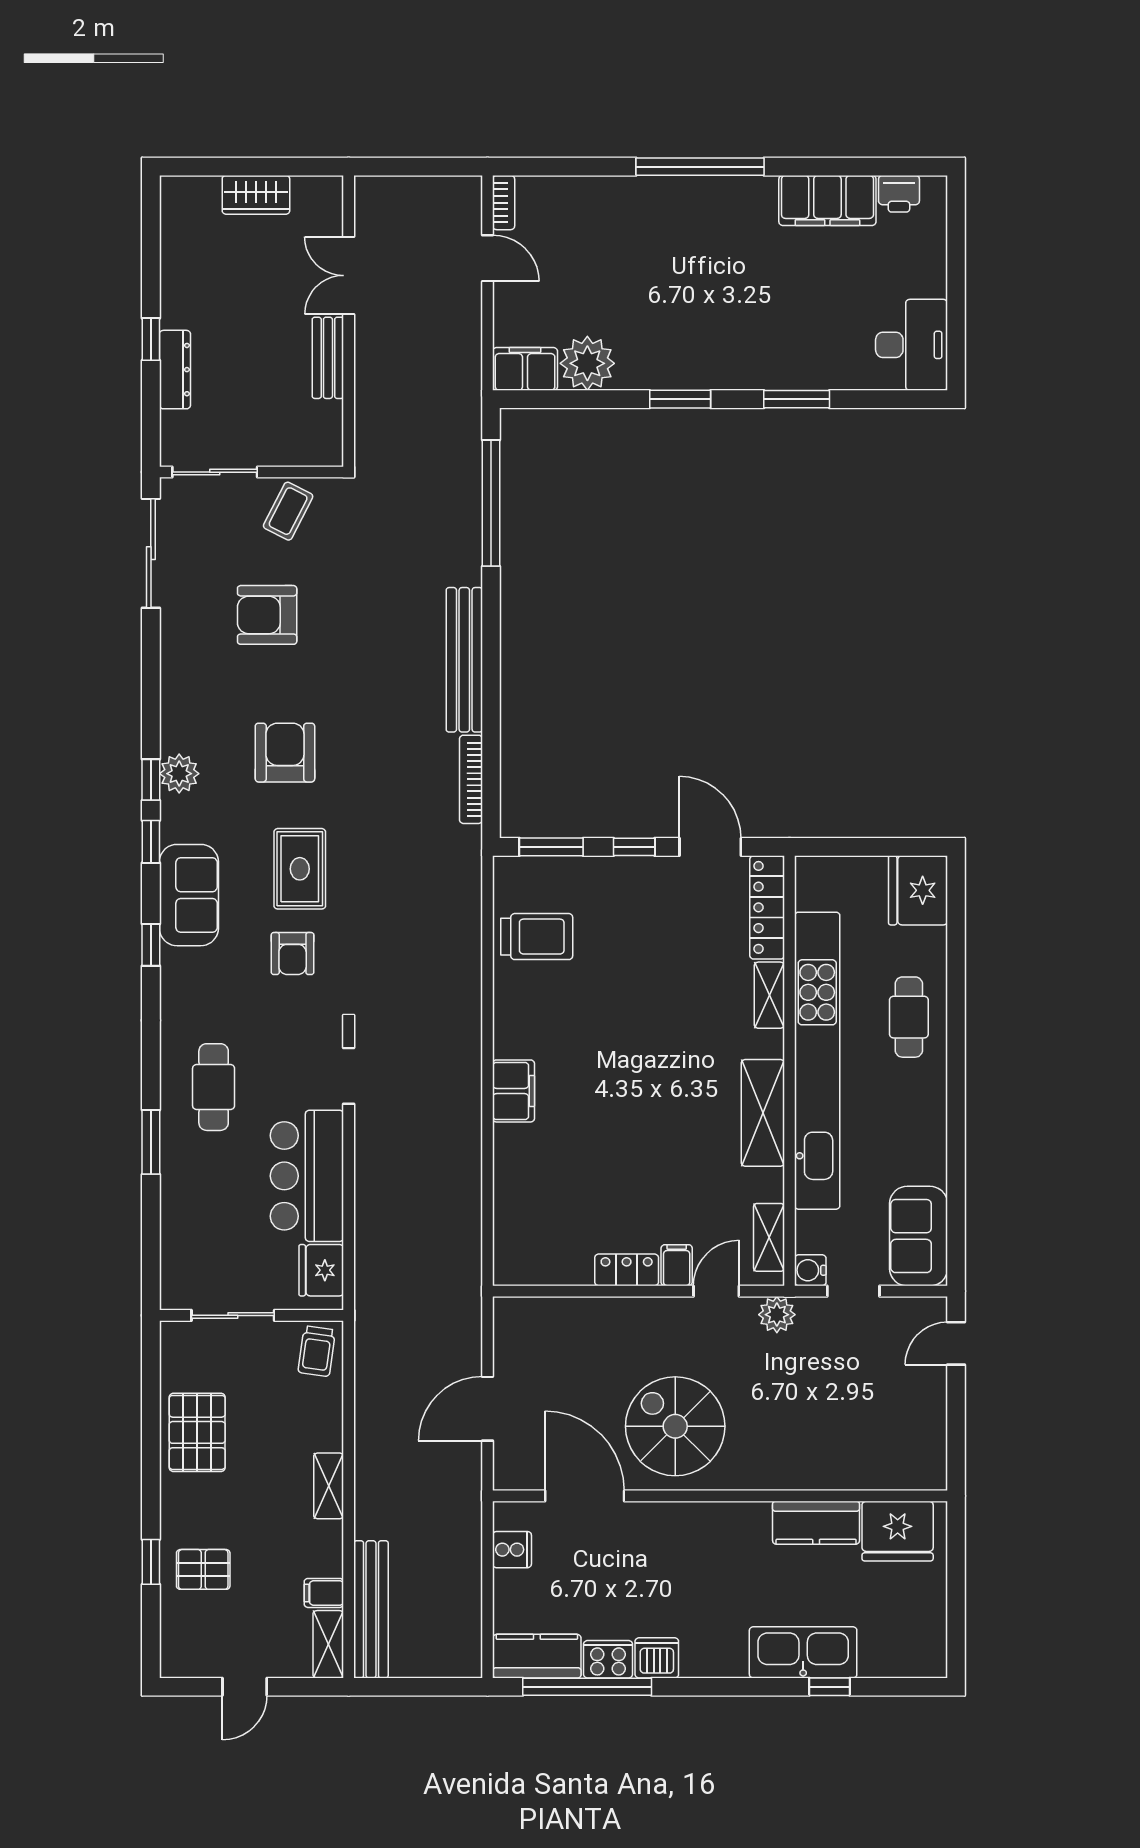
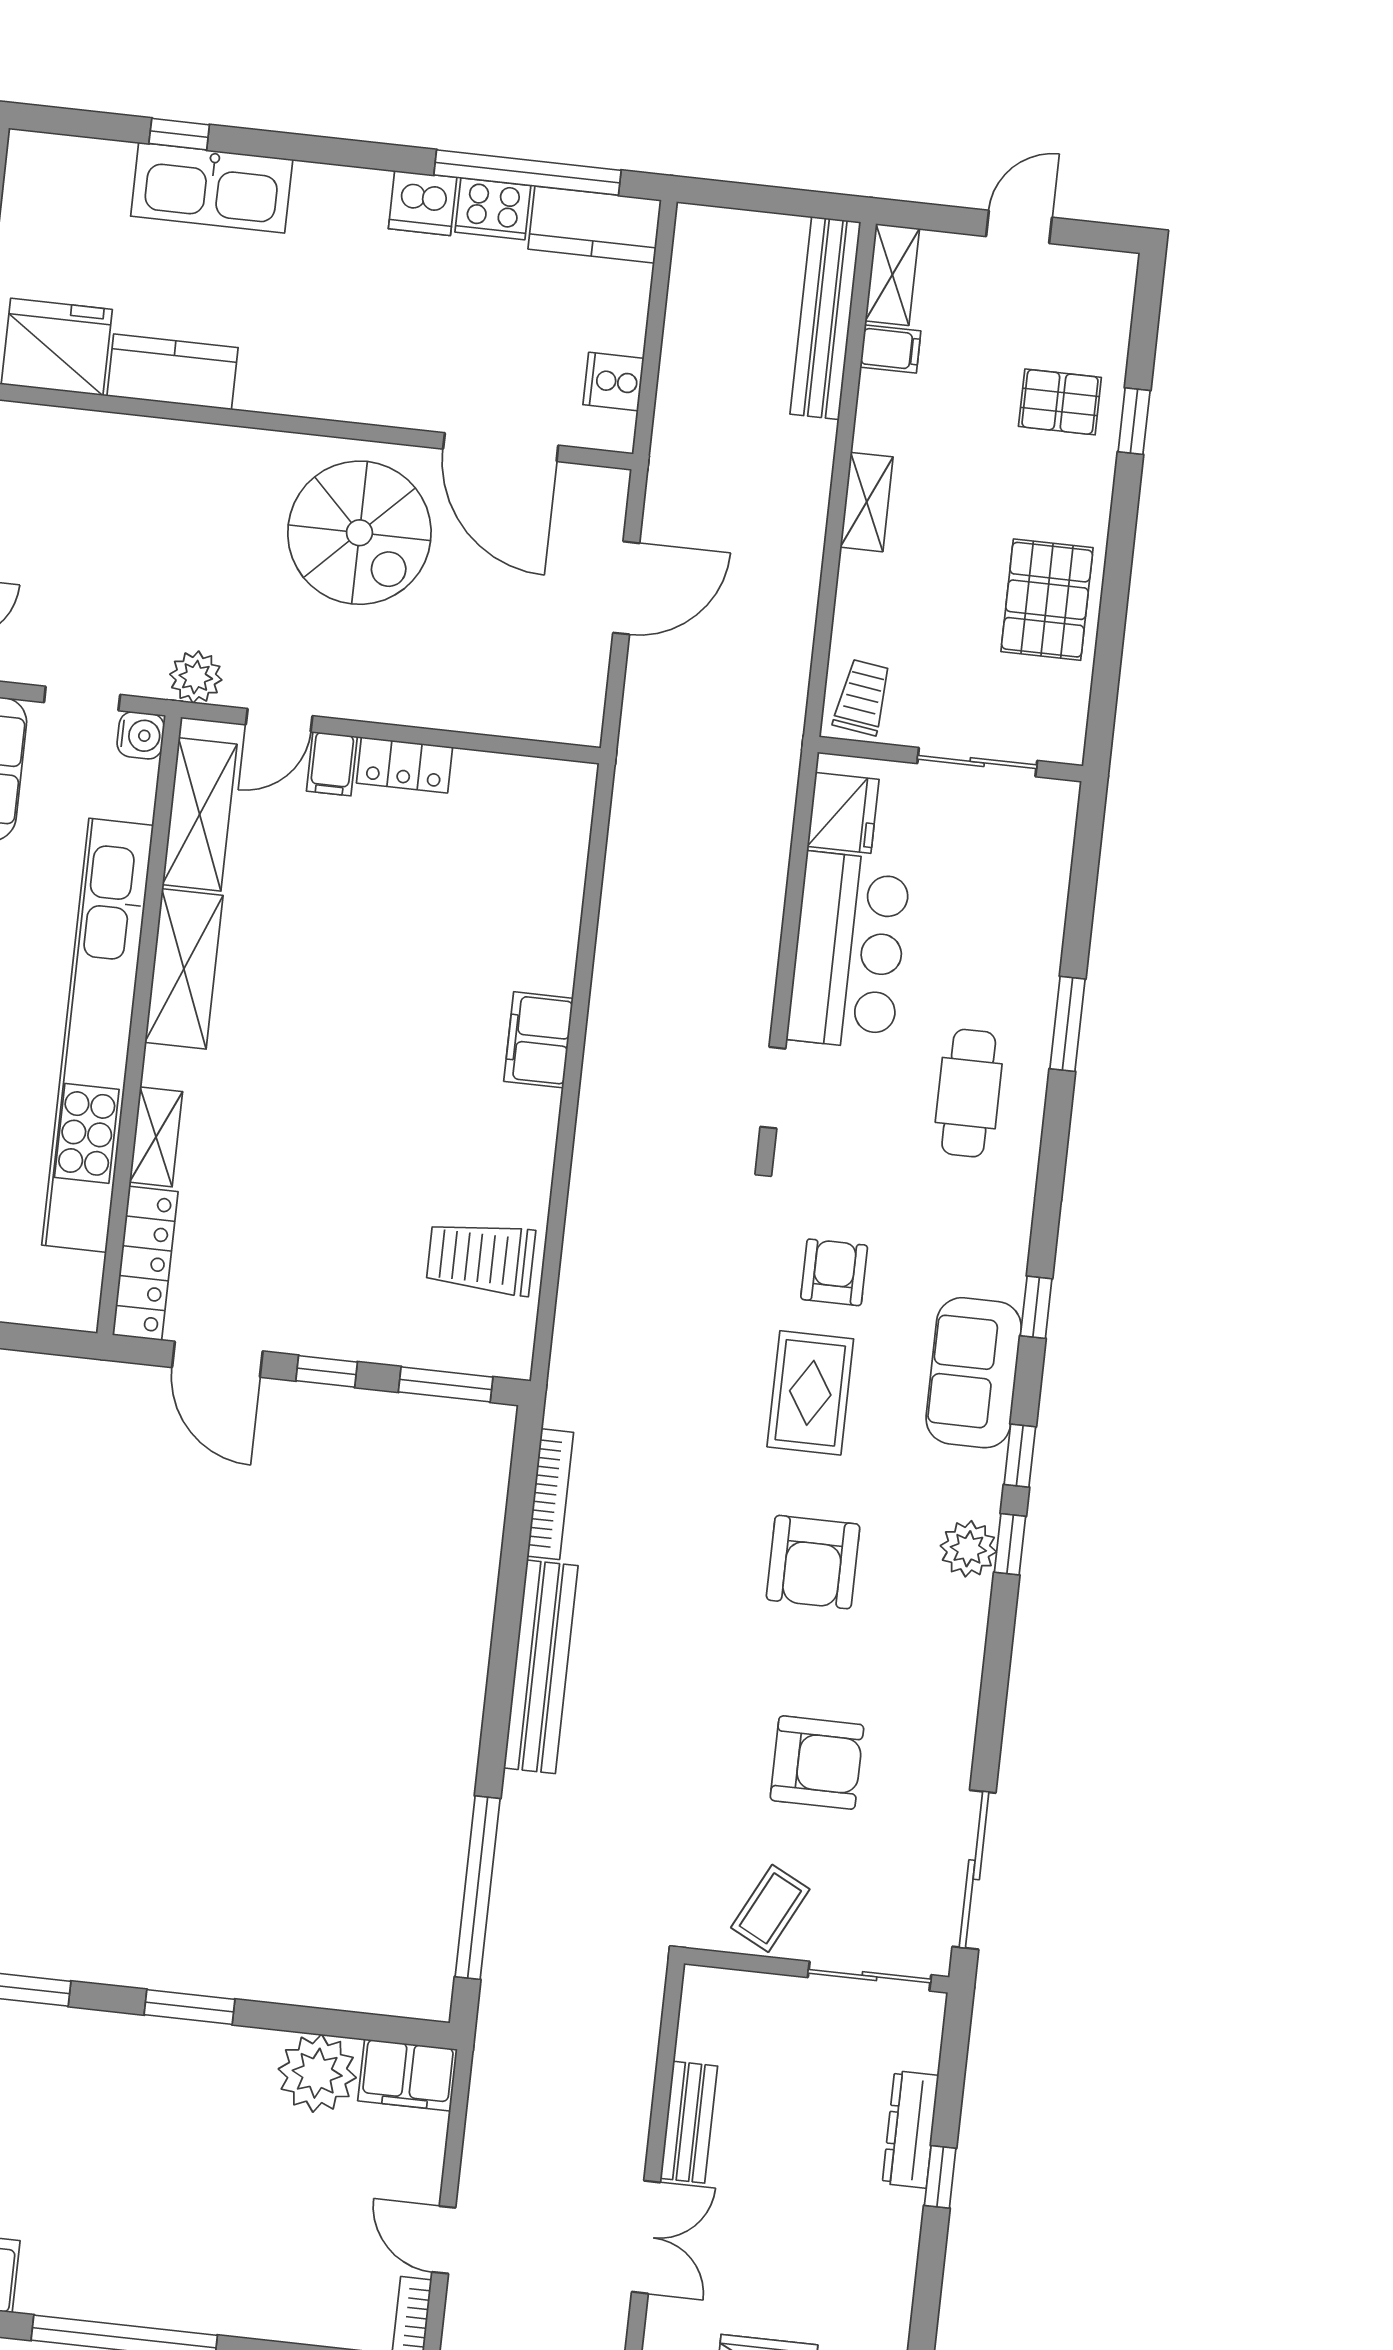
shelving: (769, 1237) -> (200, 814), width x1.50, depth x1.33

